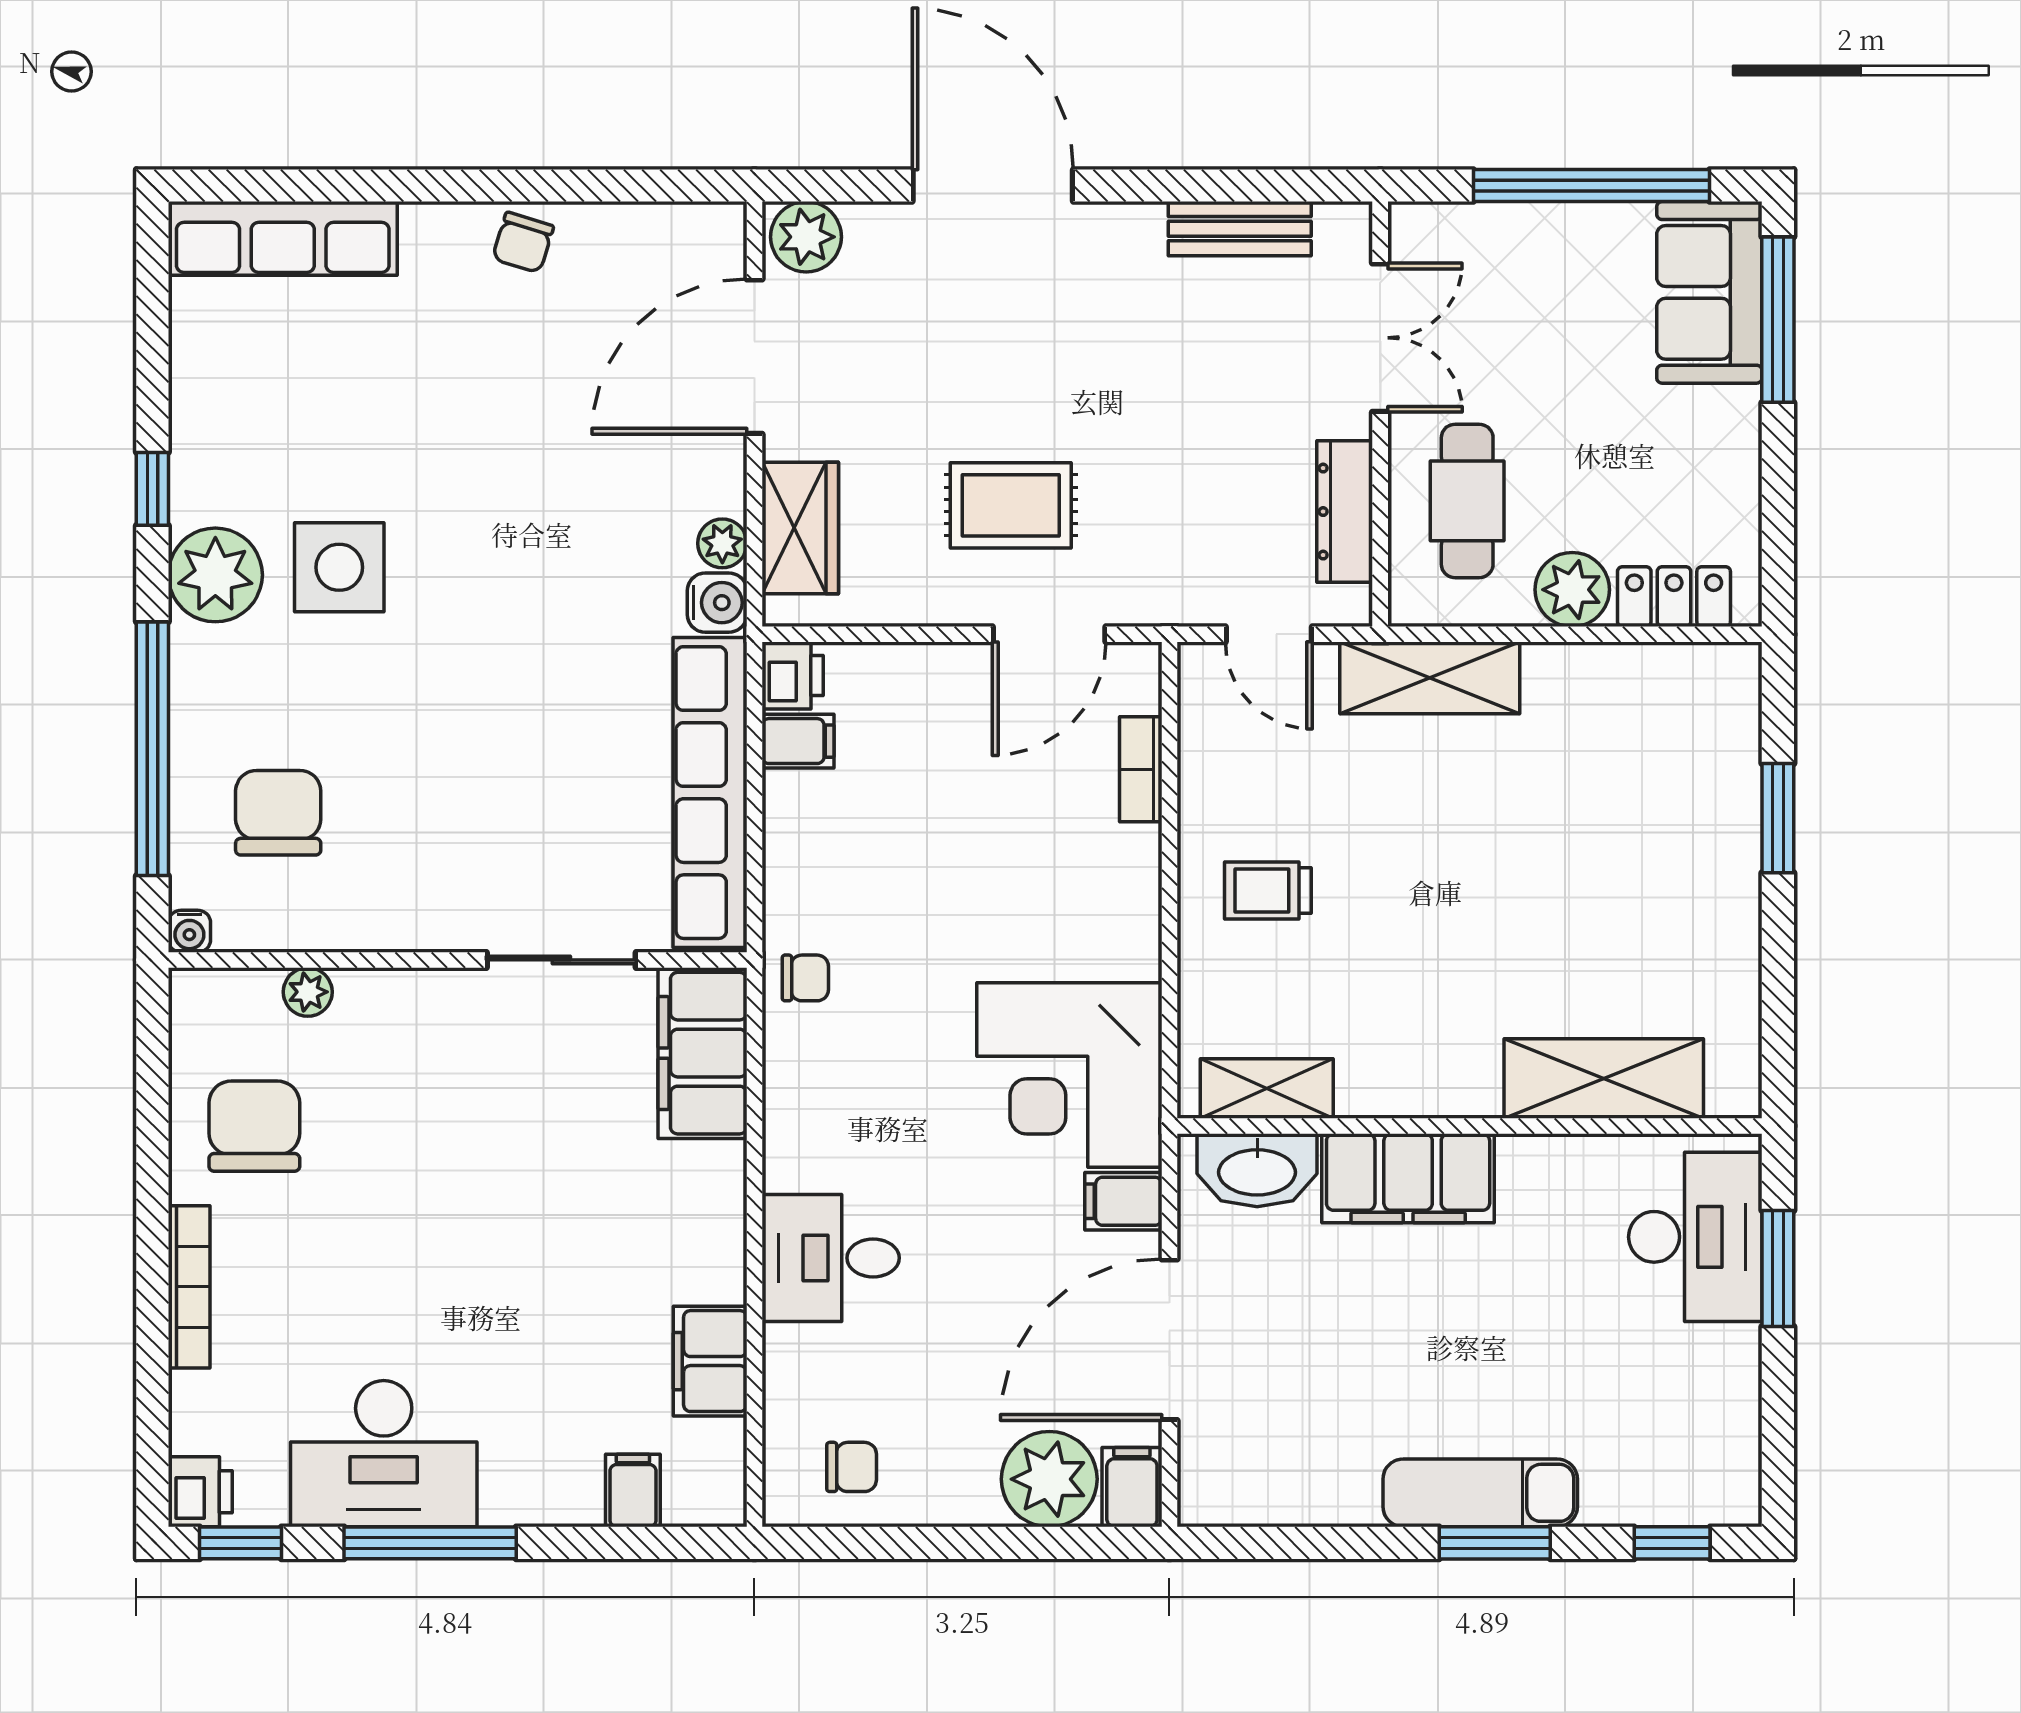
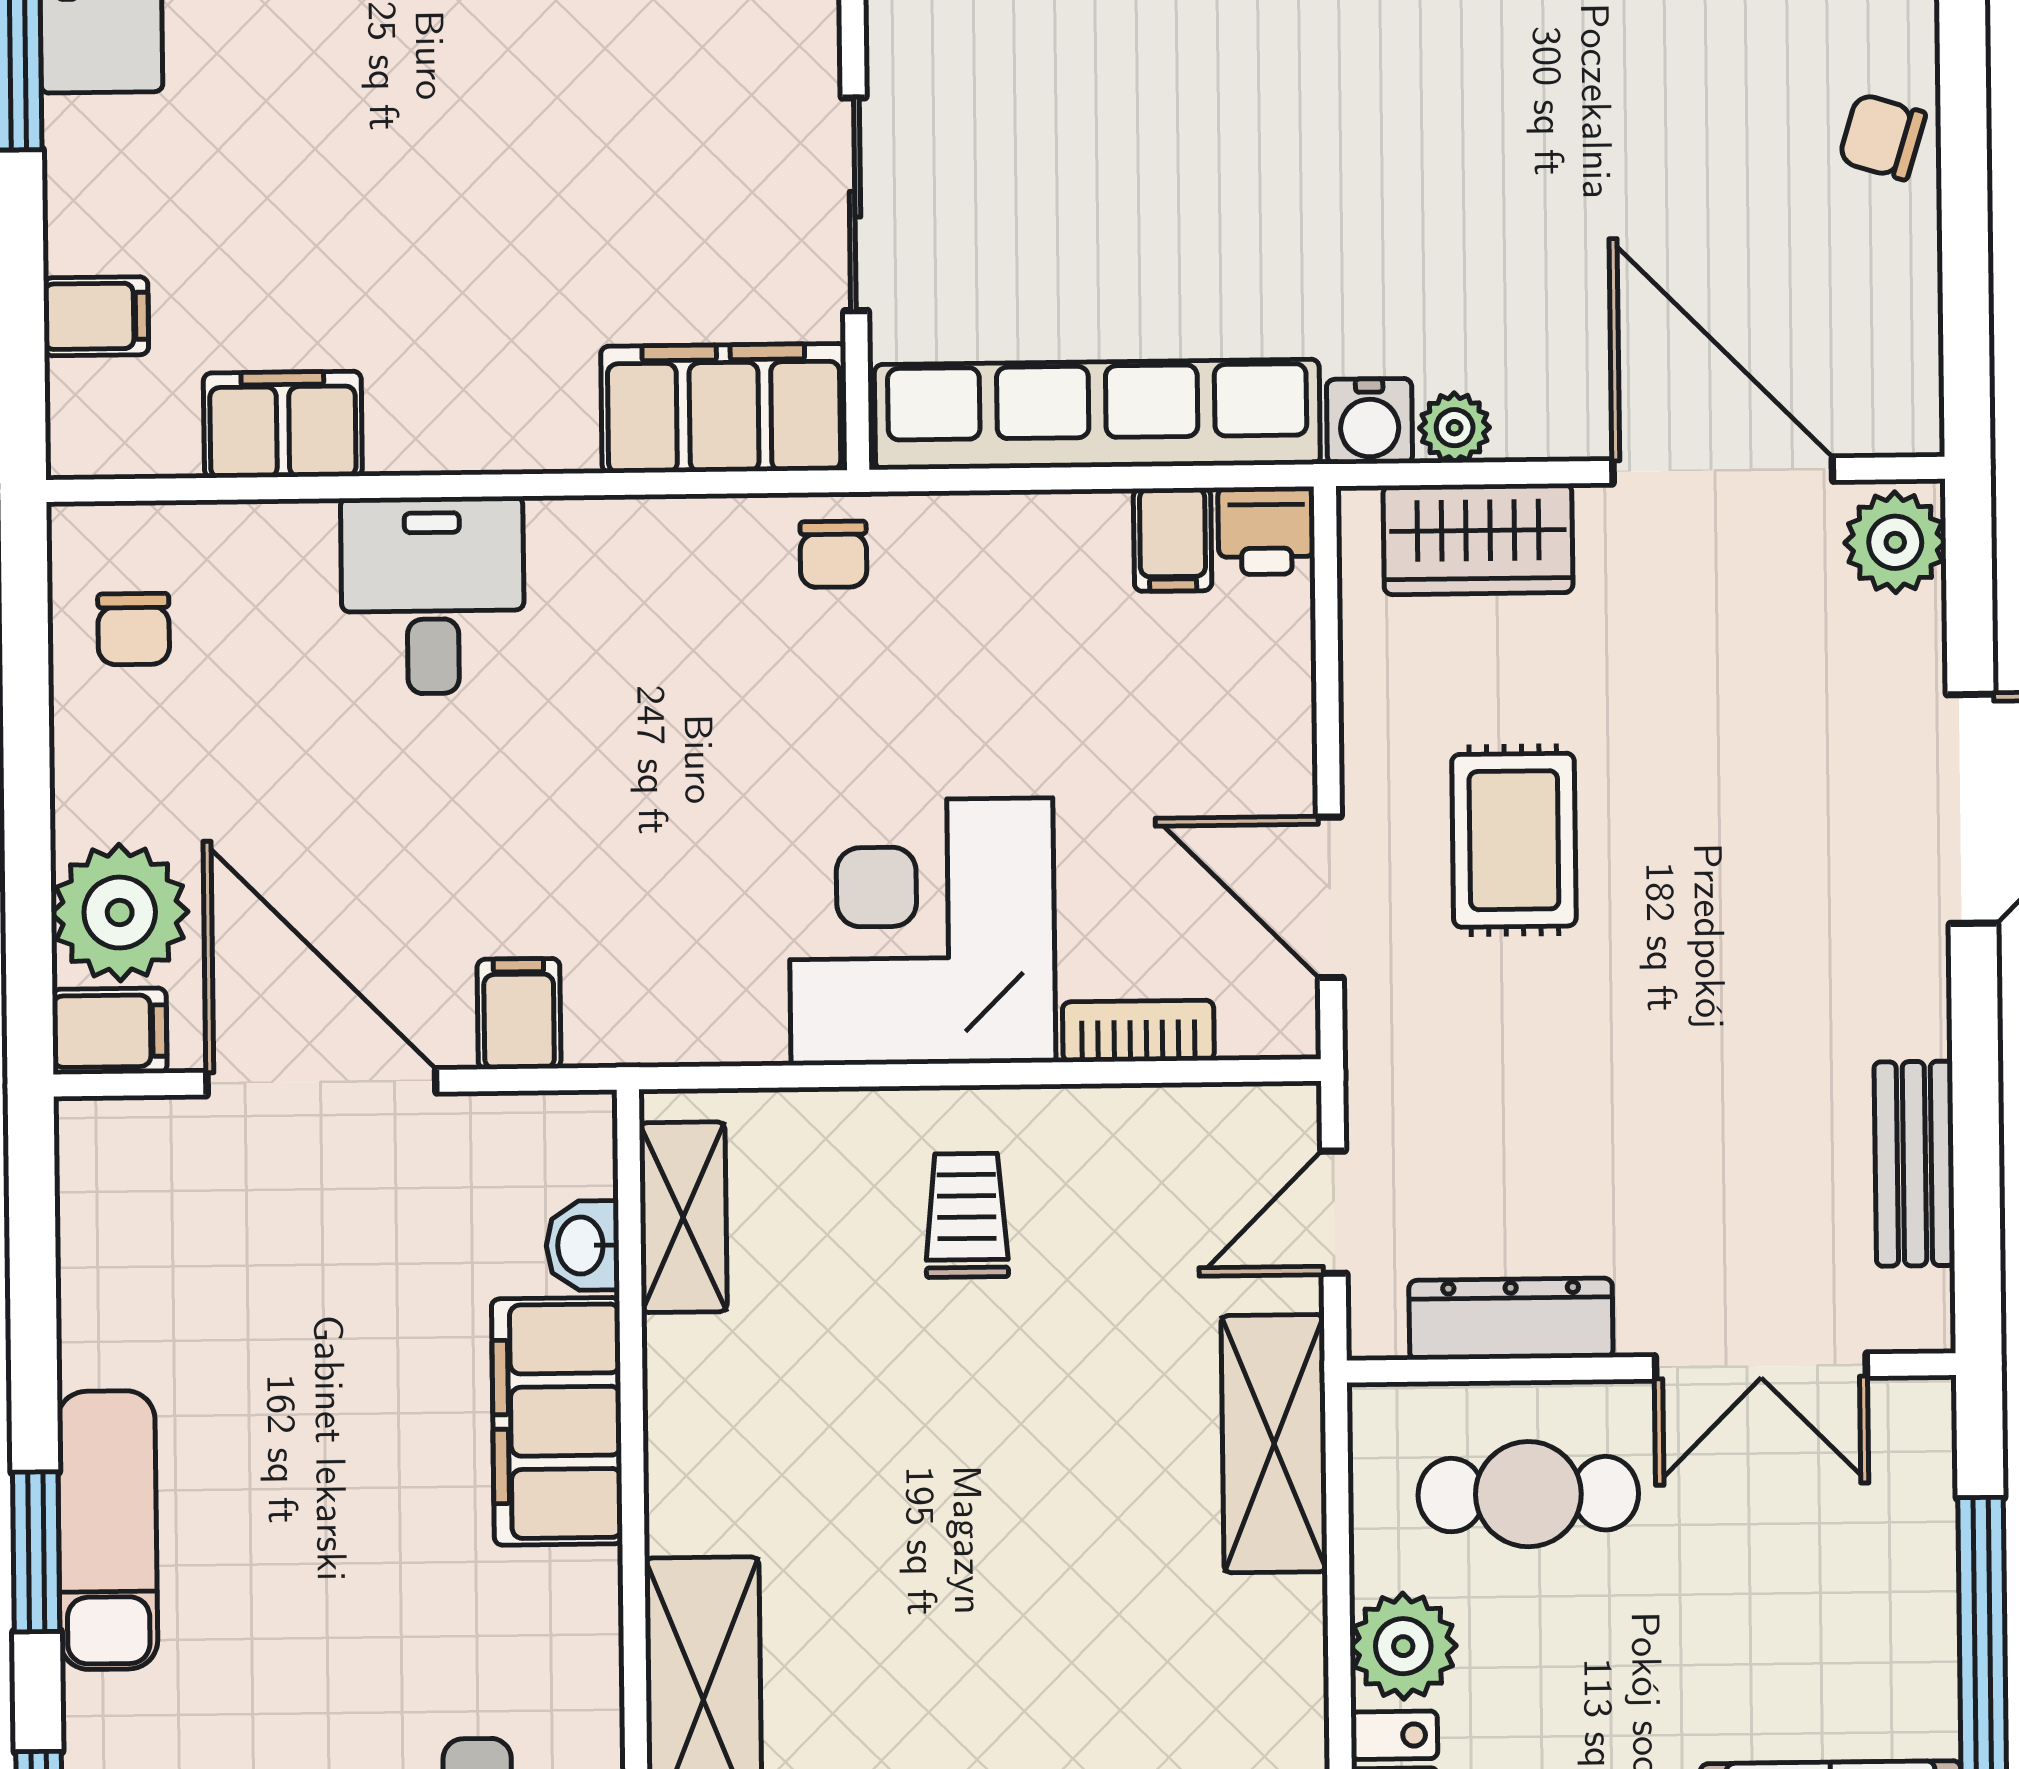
corner desk: (1069, 1075) -> (922, 932), moved
washbasin: (1257, 1170) -> (583, 1246), width x0.52, depth x0.69

